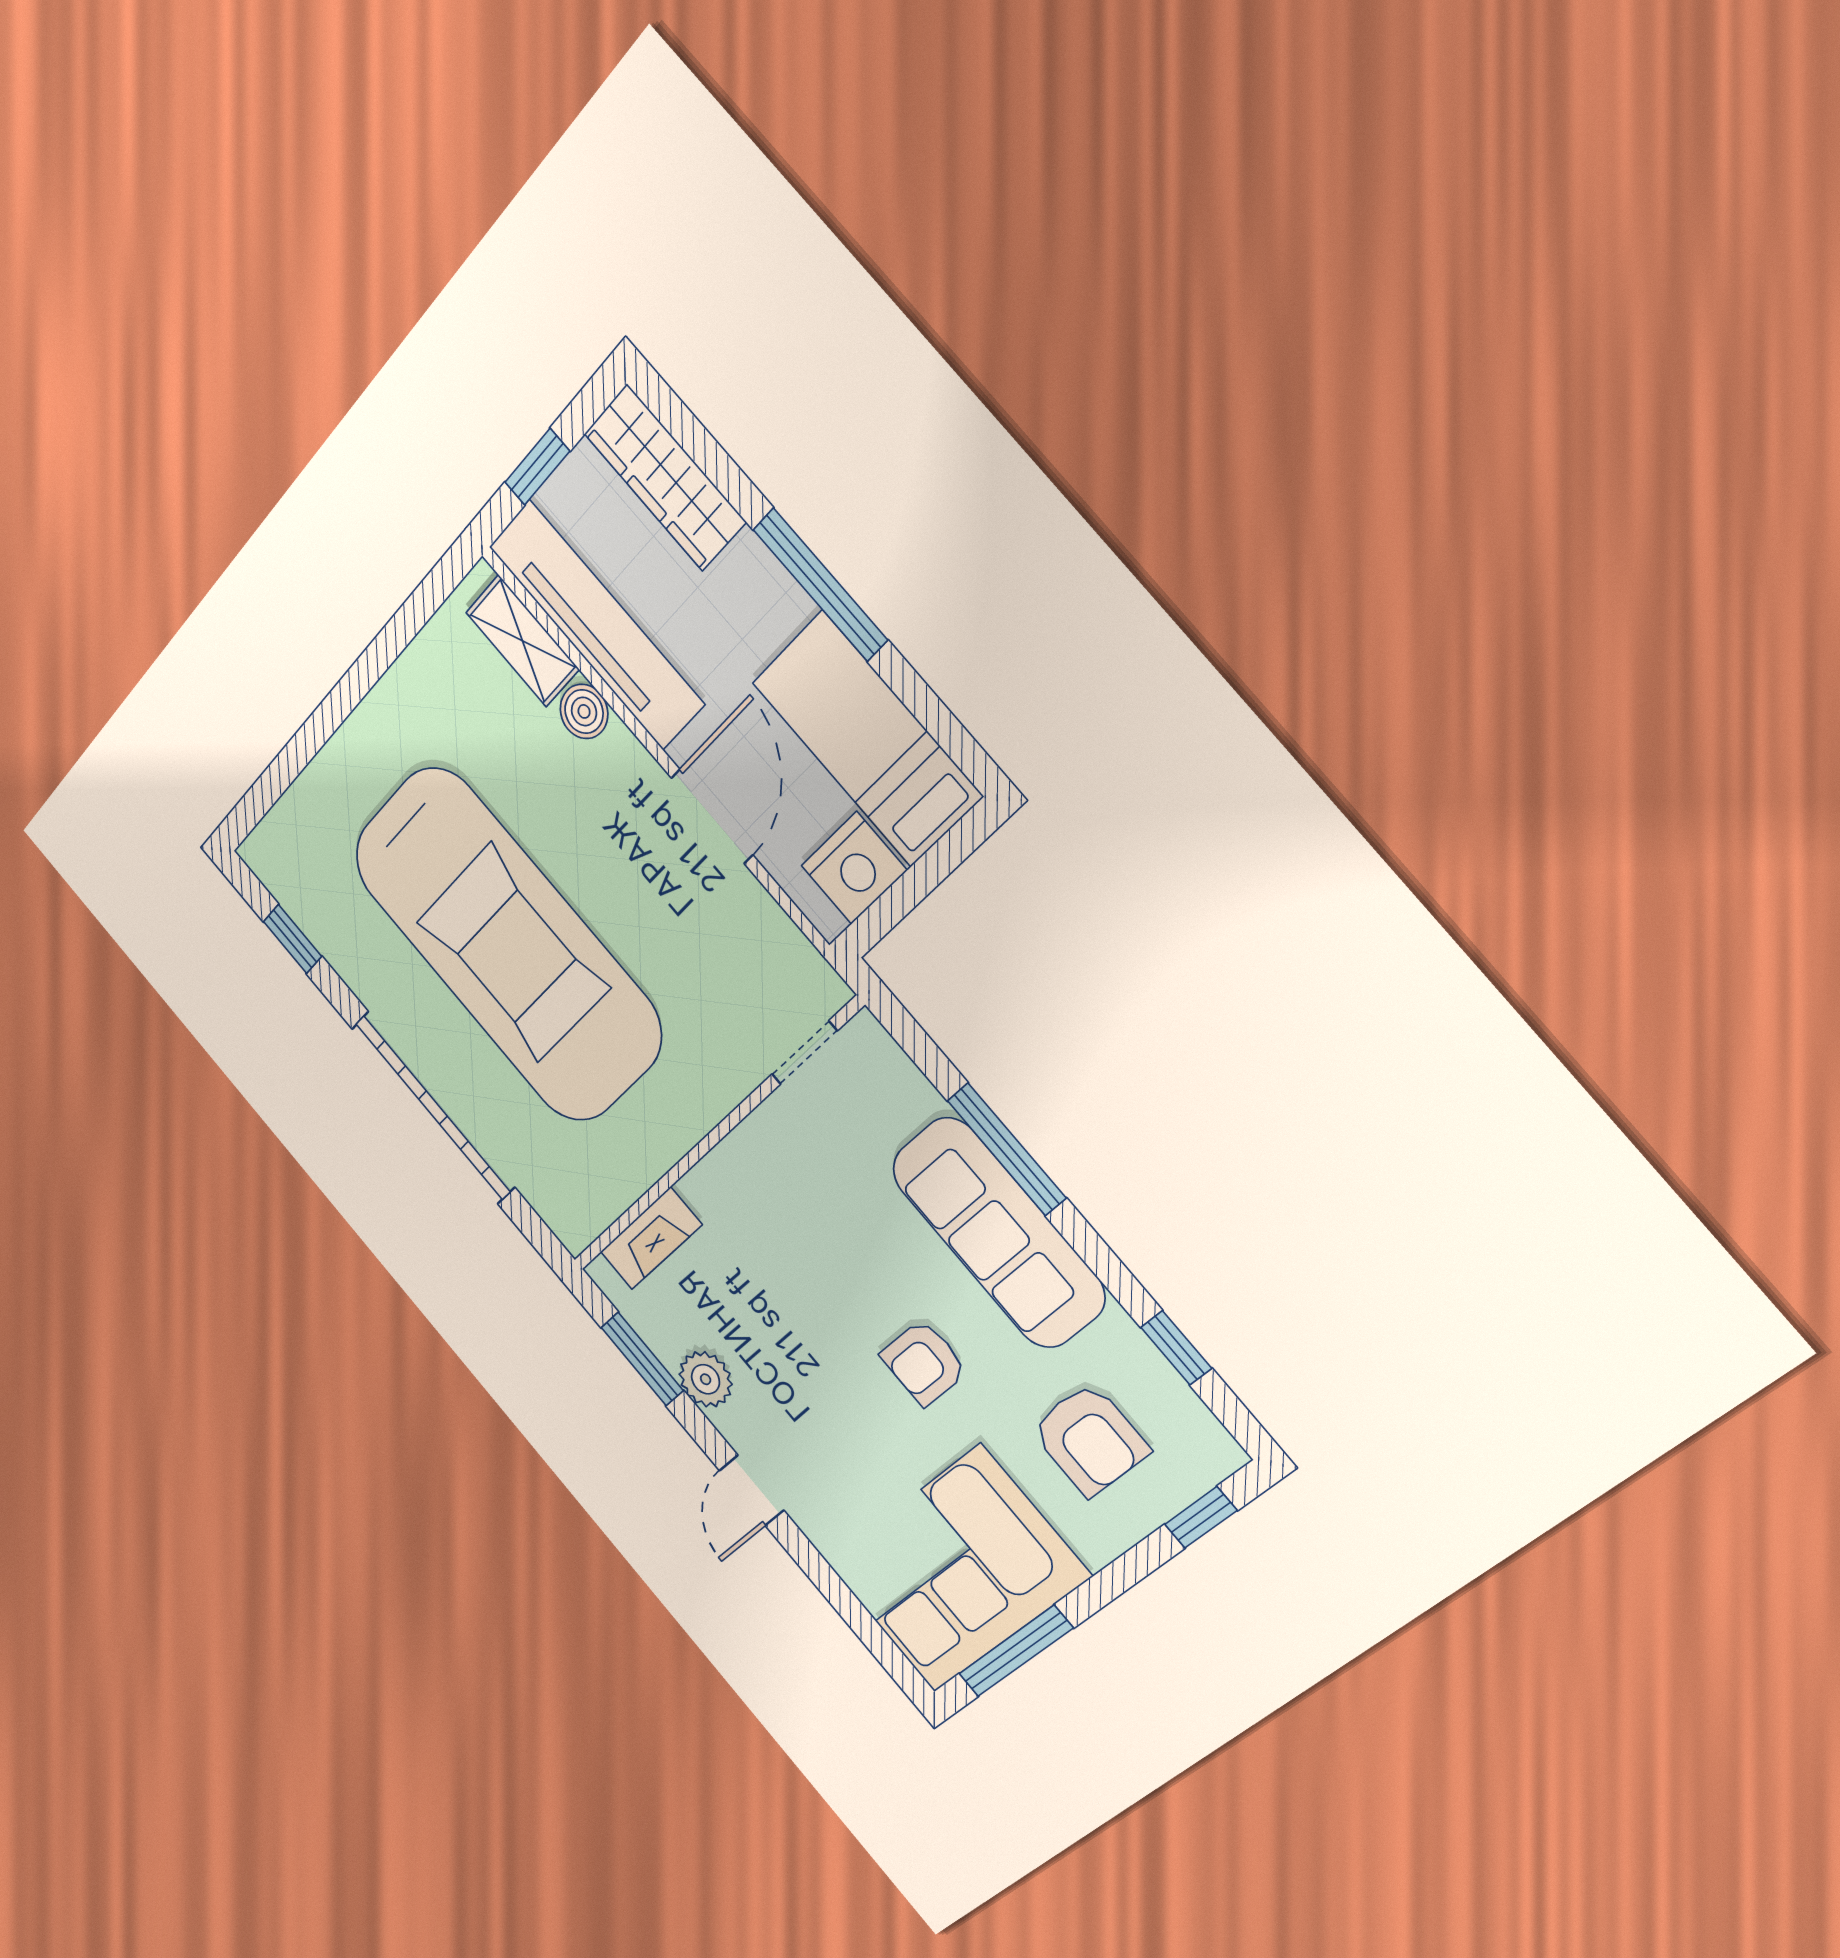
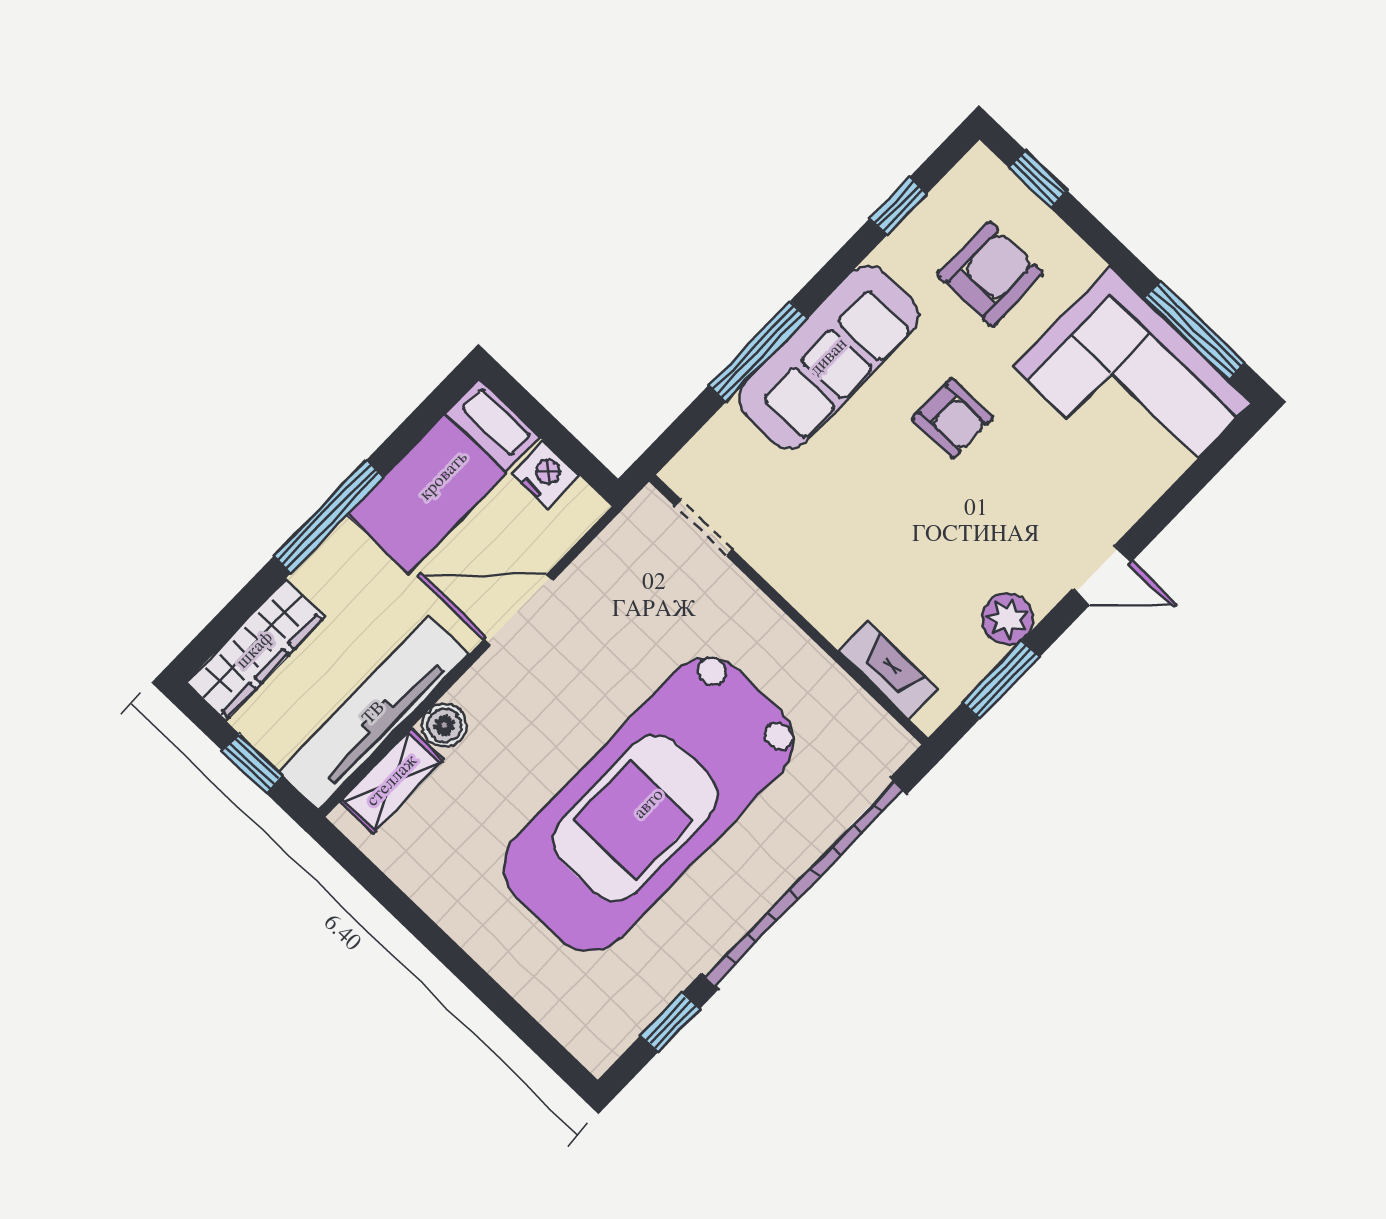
nightstand: (854, 868) -> (545, 474), width x0.74, depth x0.75
car: (507, 945) -> (649, 804), turned 180
garage door: (433, 1108) -> (804, 883), width x1.36

